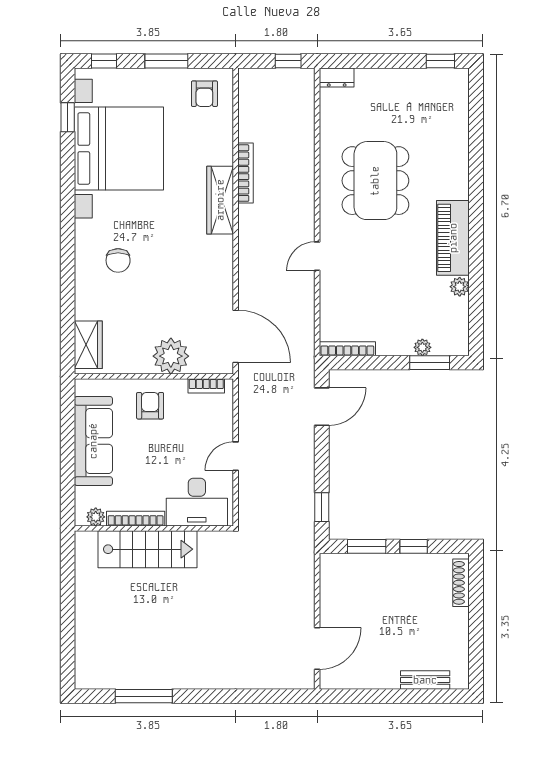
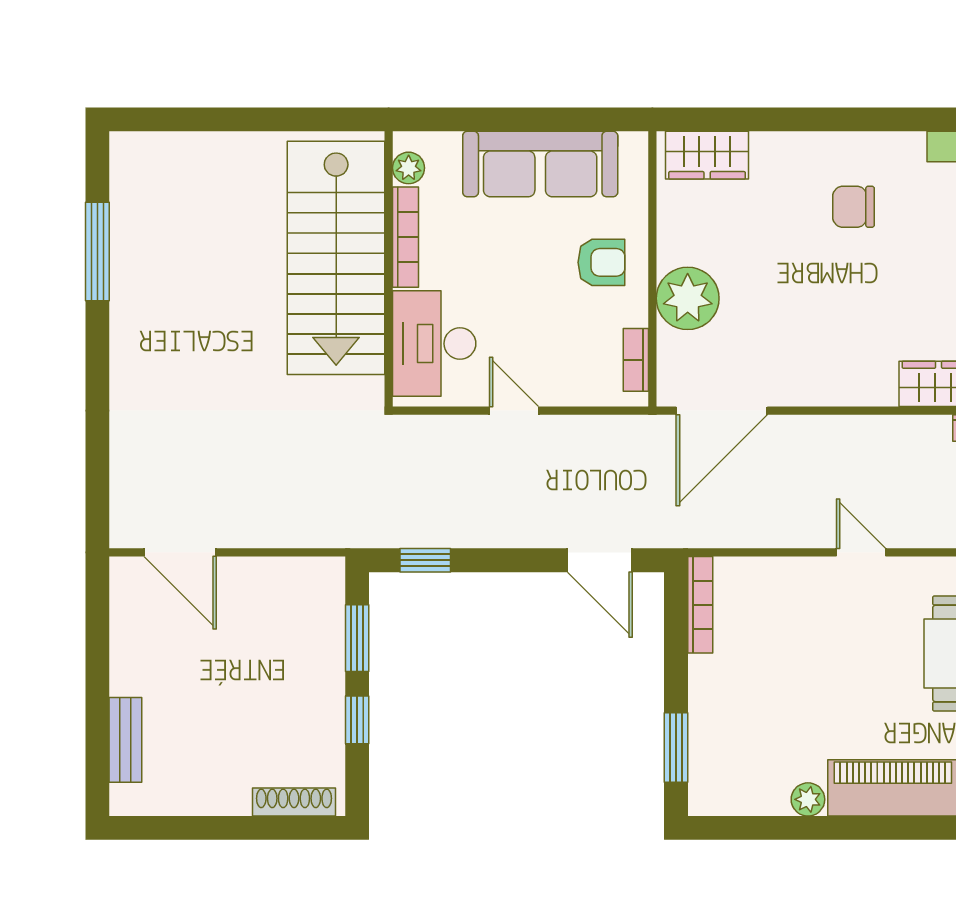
plant: (422, 347) -> (703, 735), removed
stairs: (148, 549) -> (336, 258), width x1.36, depth x1.51

